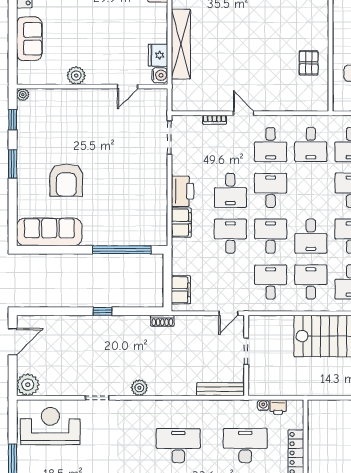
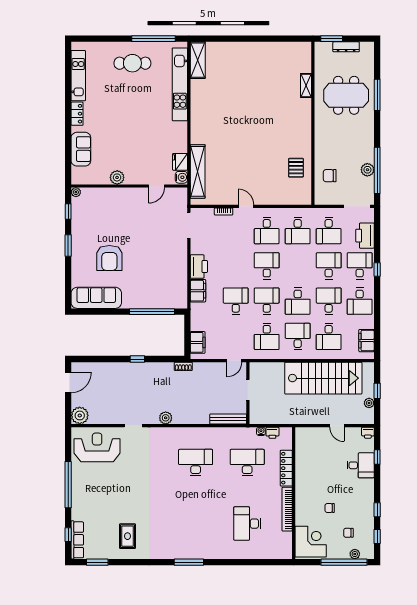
shelving: (181, 44) -> (198, 171), moved
desk: (230, 190) -> (236, 266), removed
desk: (271, 282) -> (267, 336), turned 180

